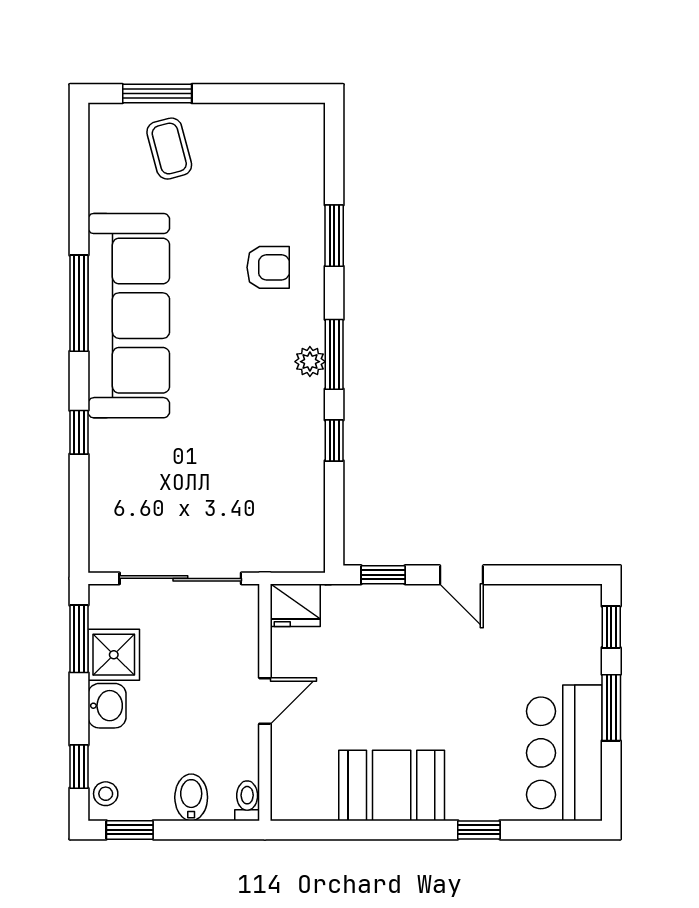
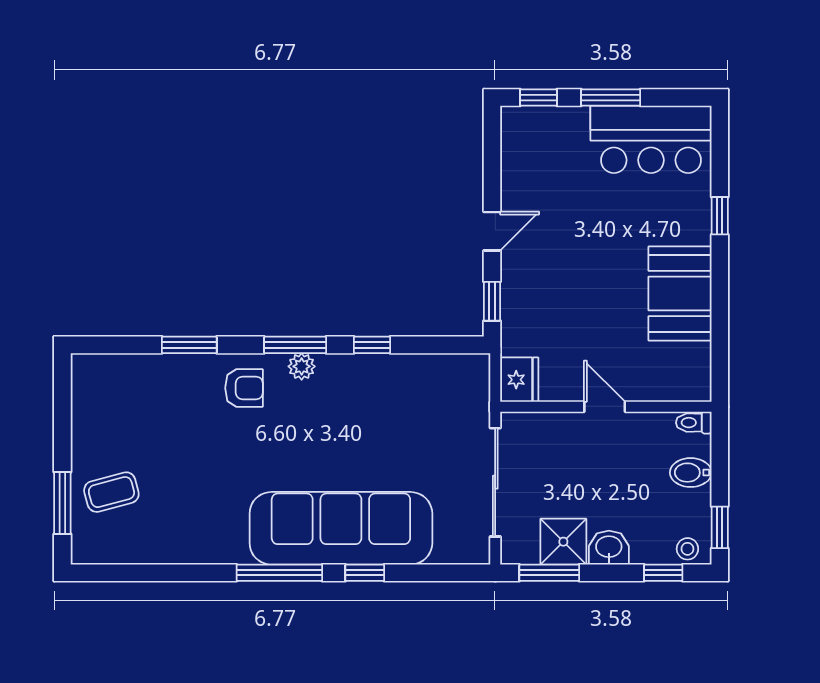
armchair: (268, 267) -> (244, 388), moved, turned 90
window: (79, 303) -> (279, 573), moved
sofa: (129, 316) -> (341, 528), moved

